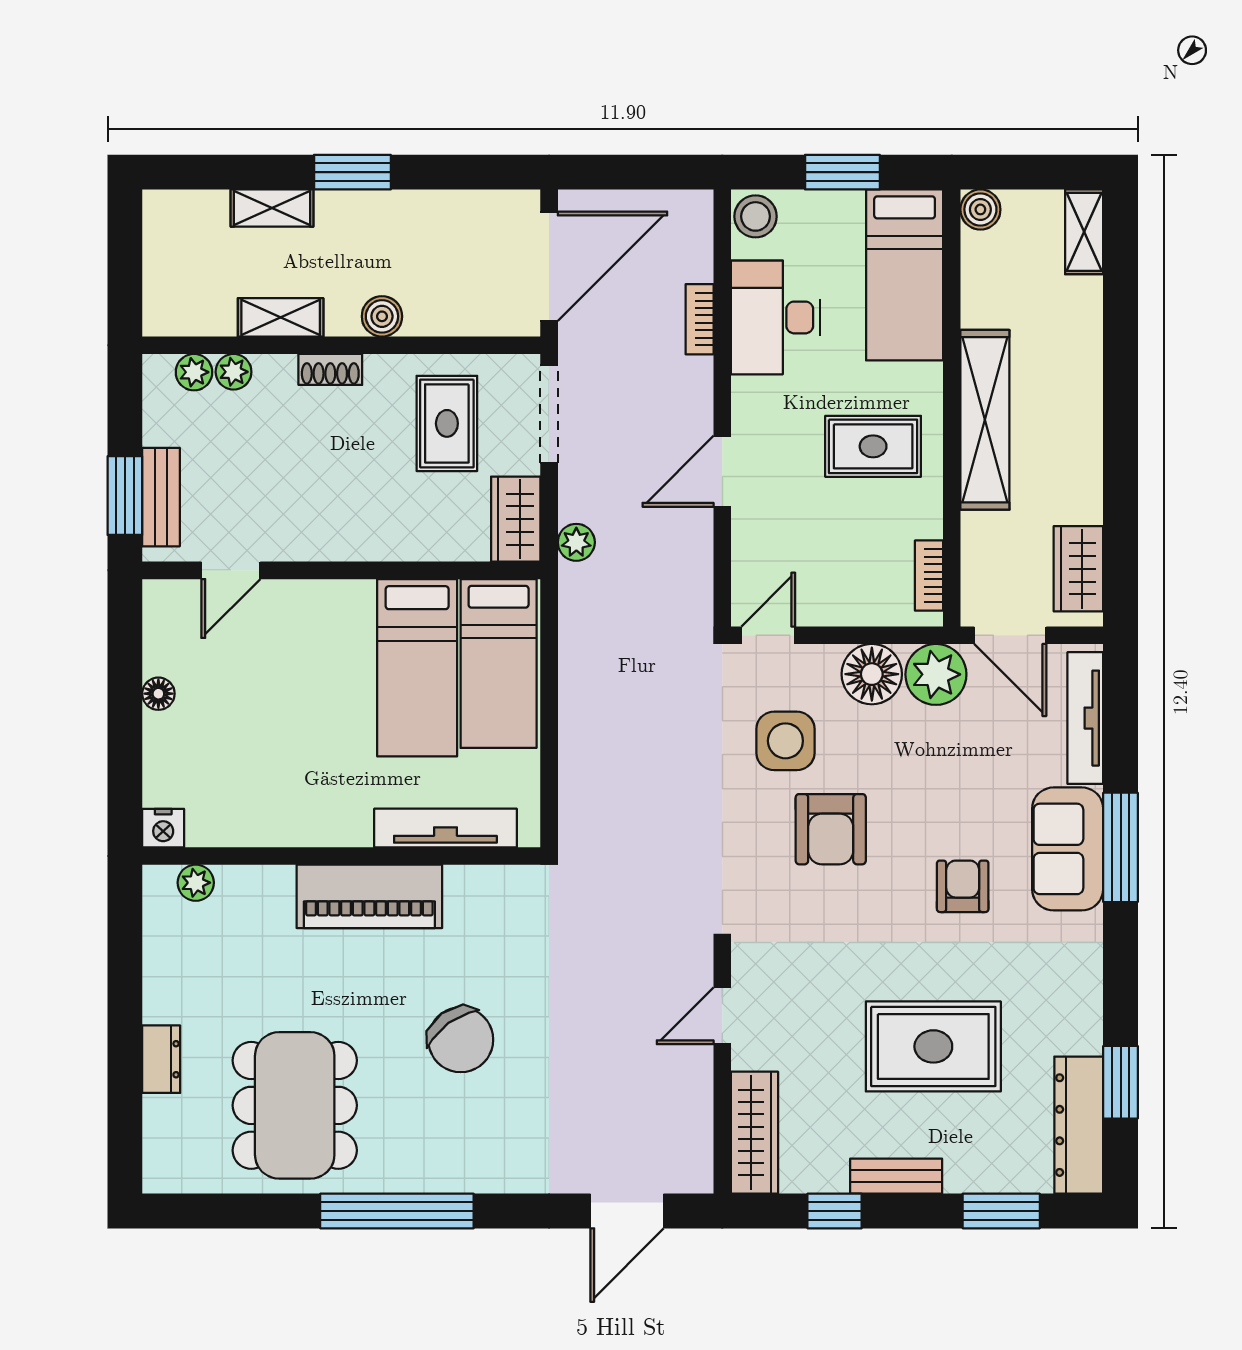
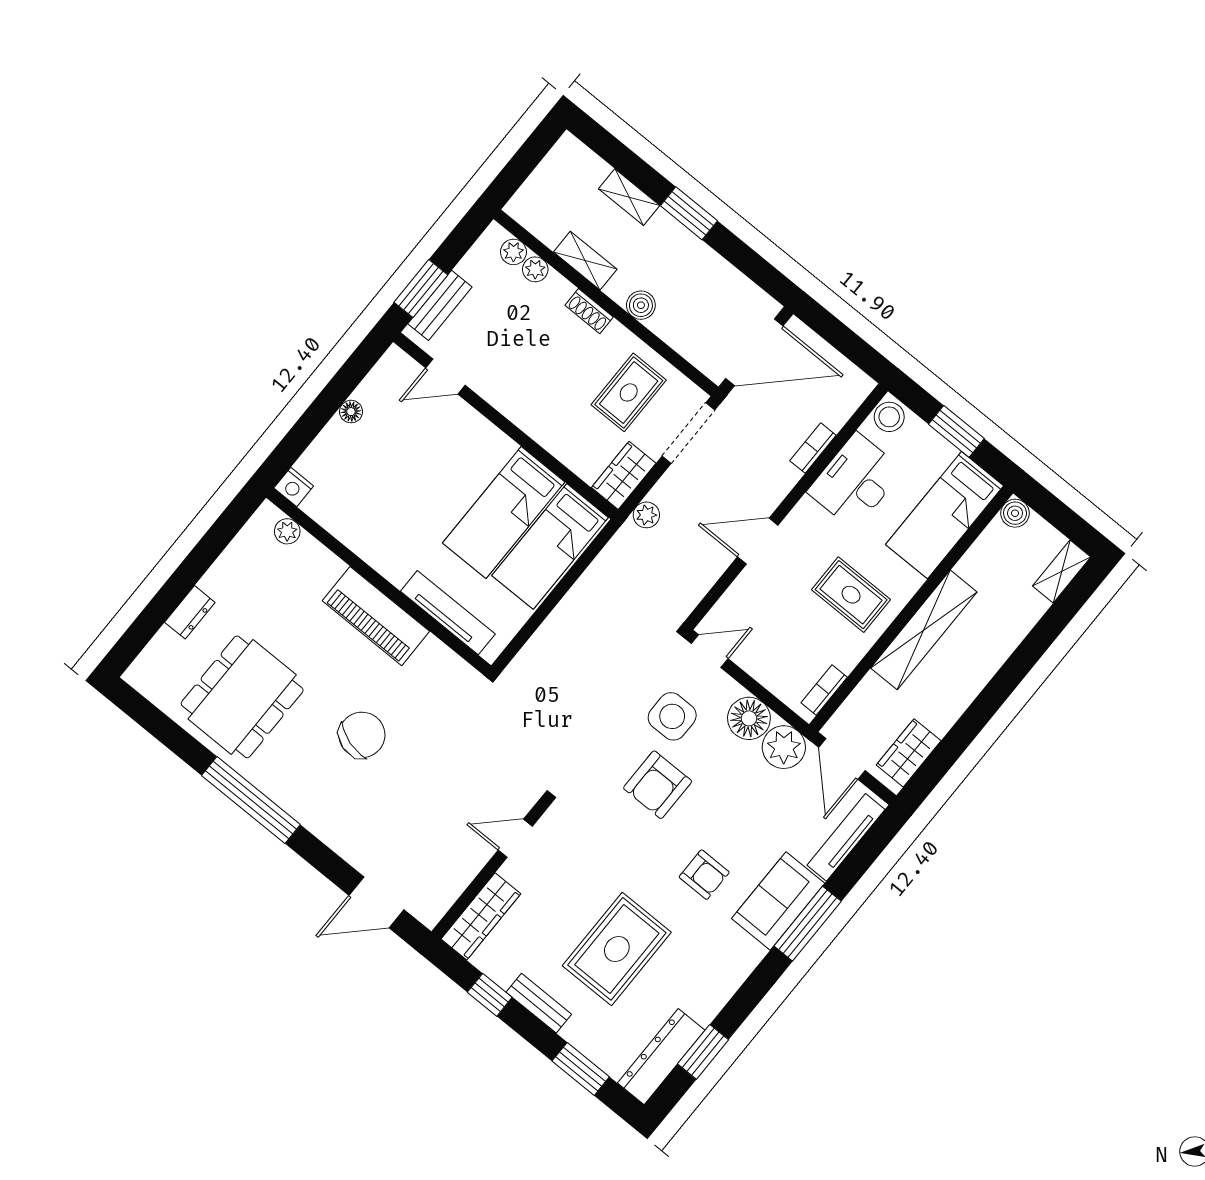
armchair: (963, 886) -> (704, 875), turned 90
chair: (461, 1040) -> (362, 735), turned -127
rug: (933, 1046) -> (617, 949), turned 90

